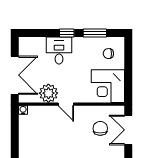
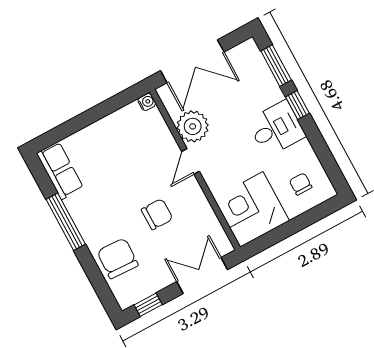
window: (95, 33) -> (276, 66), moved
desk: (59, 51) -> (276, 129), moved
chair: (100, 128) -> (157, 214), moved

